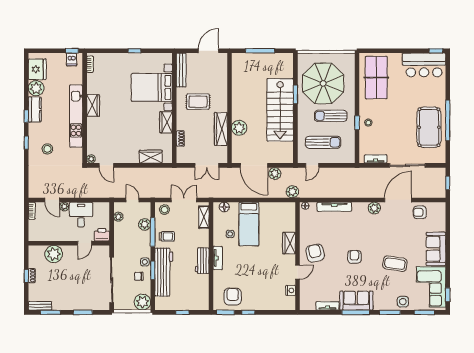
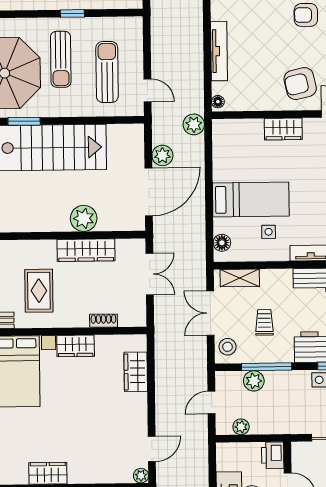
trolley: (167, 236) -> (264, 322), moved

